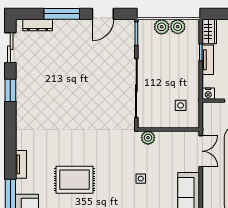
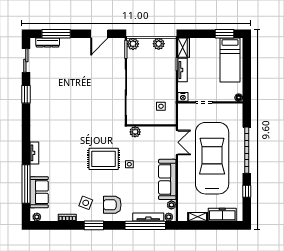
window: (62, 14) -> (56, 34), moved
plant: (162, 27) -> (133, 44), moved
rug: (75, 180) -> (104, 159), moved

